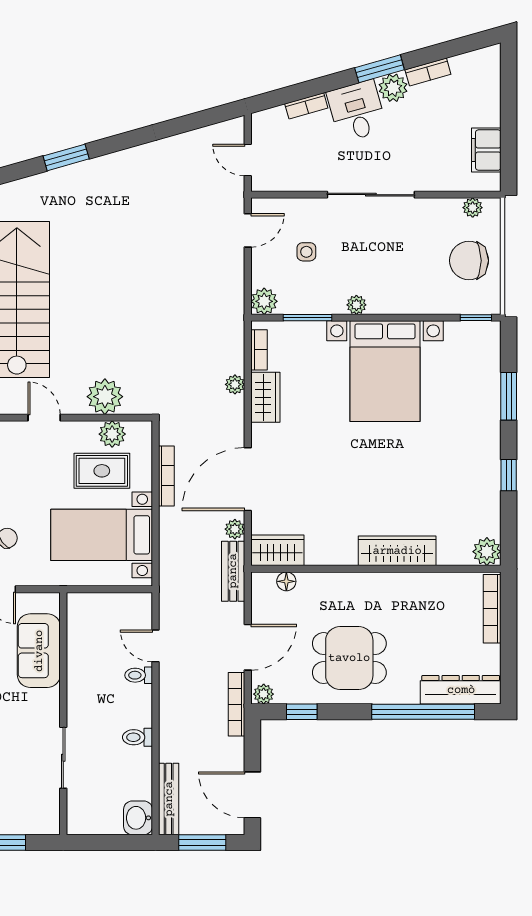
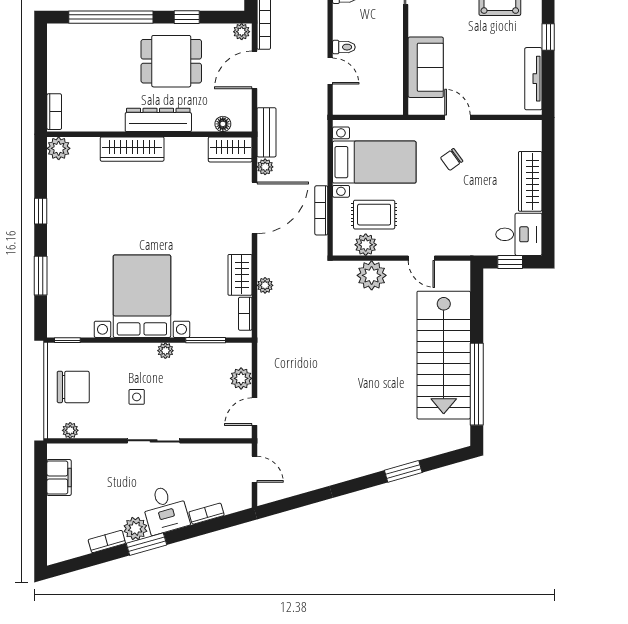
sliding door: (371, 195) -> (154, 441), width x0.73
side table: (306, 252) -> (137, 397), moved
plant: (264, 301) -> (241, 378), moved
bookcase: (492, 609) -> (54, 112), width x0.64
dresser: (461, 690) -> (158, 120), moved, turned 180
window: (302, 712) -> (187, 17), moved

